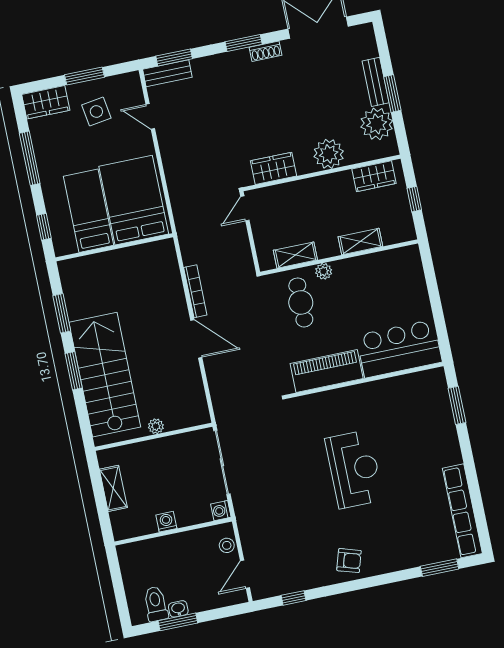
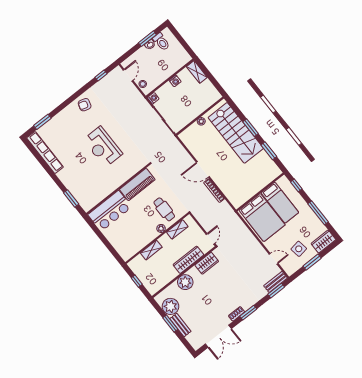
wardrobe: (374, 176) -> (188, 260), moved, width x1.50
shelving: (113, 488) -> (197, 72), moved

